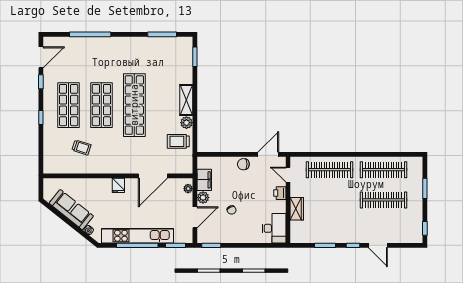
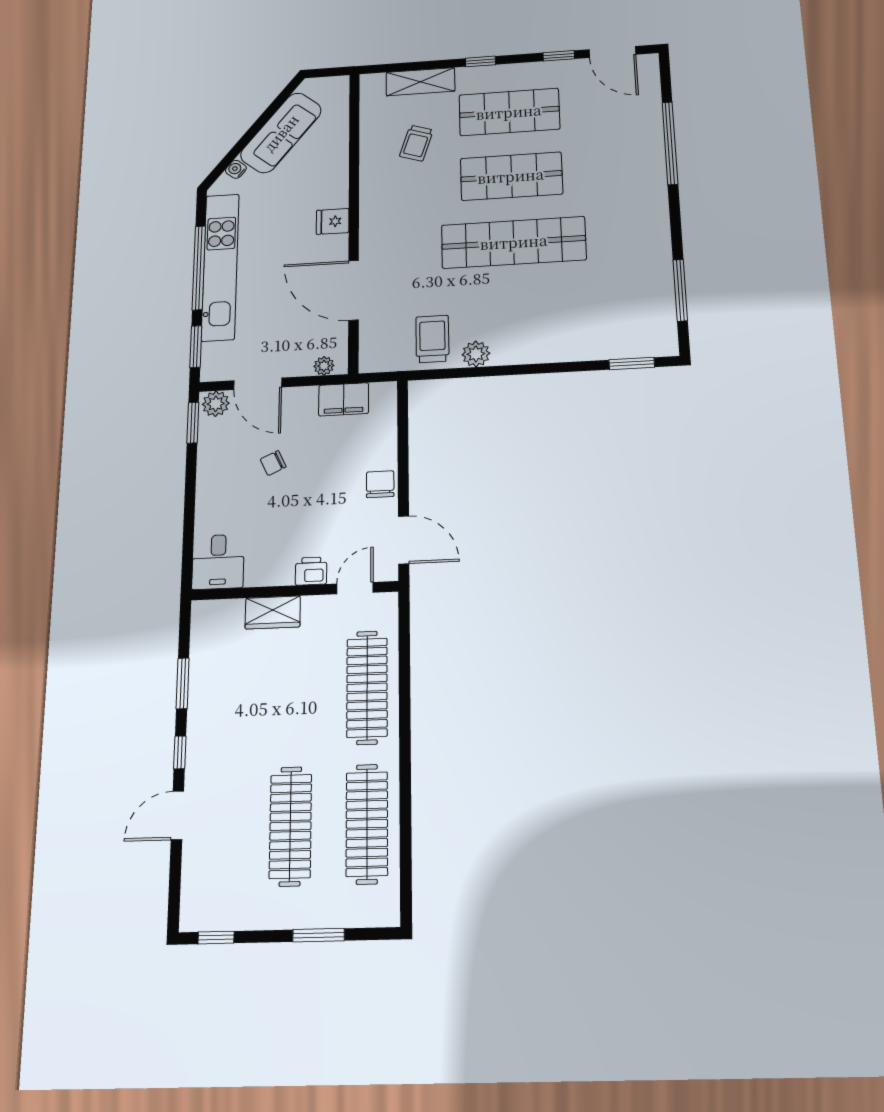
shelving: (186, 100) -> (420, 82), moved
plant: (203, 198) -> (216, 404), moved
desk: (274, 228) -> (218, 562), width x0.73

